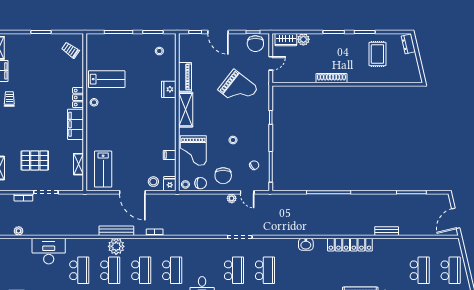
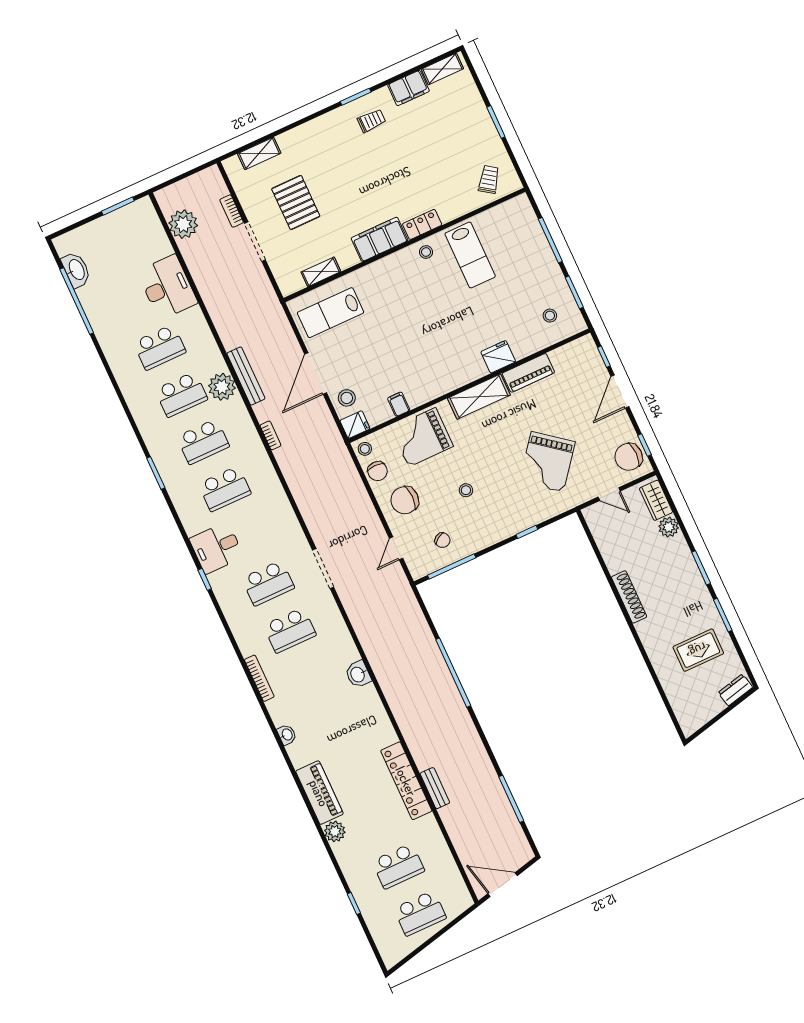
plant: (232, 198) -> (376, 529), removed
plant: (19, 231) -> (183, 224), width x1.87, depth x1.87
locker: (350, 245) -> (406, 781), moved

